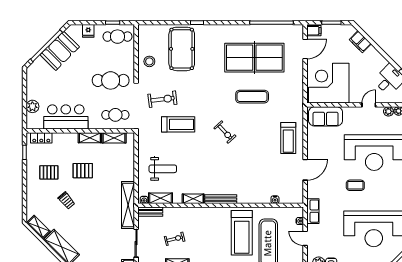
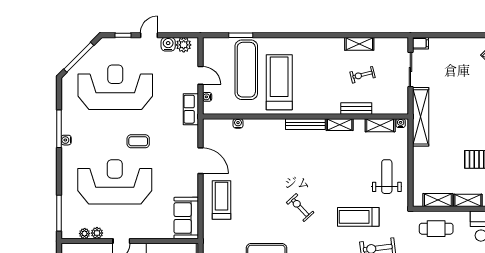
sofa: (326, 116) -> (186, 218), moved, turned -90
weight bench: (163, 169) -> (387, 177), moved, turned 90
door: (305, 170) -> (200, 161), swing flipped
bench: (150, 212) -> (356, 108), moved

